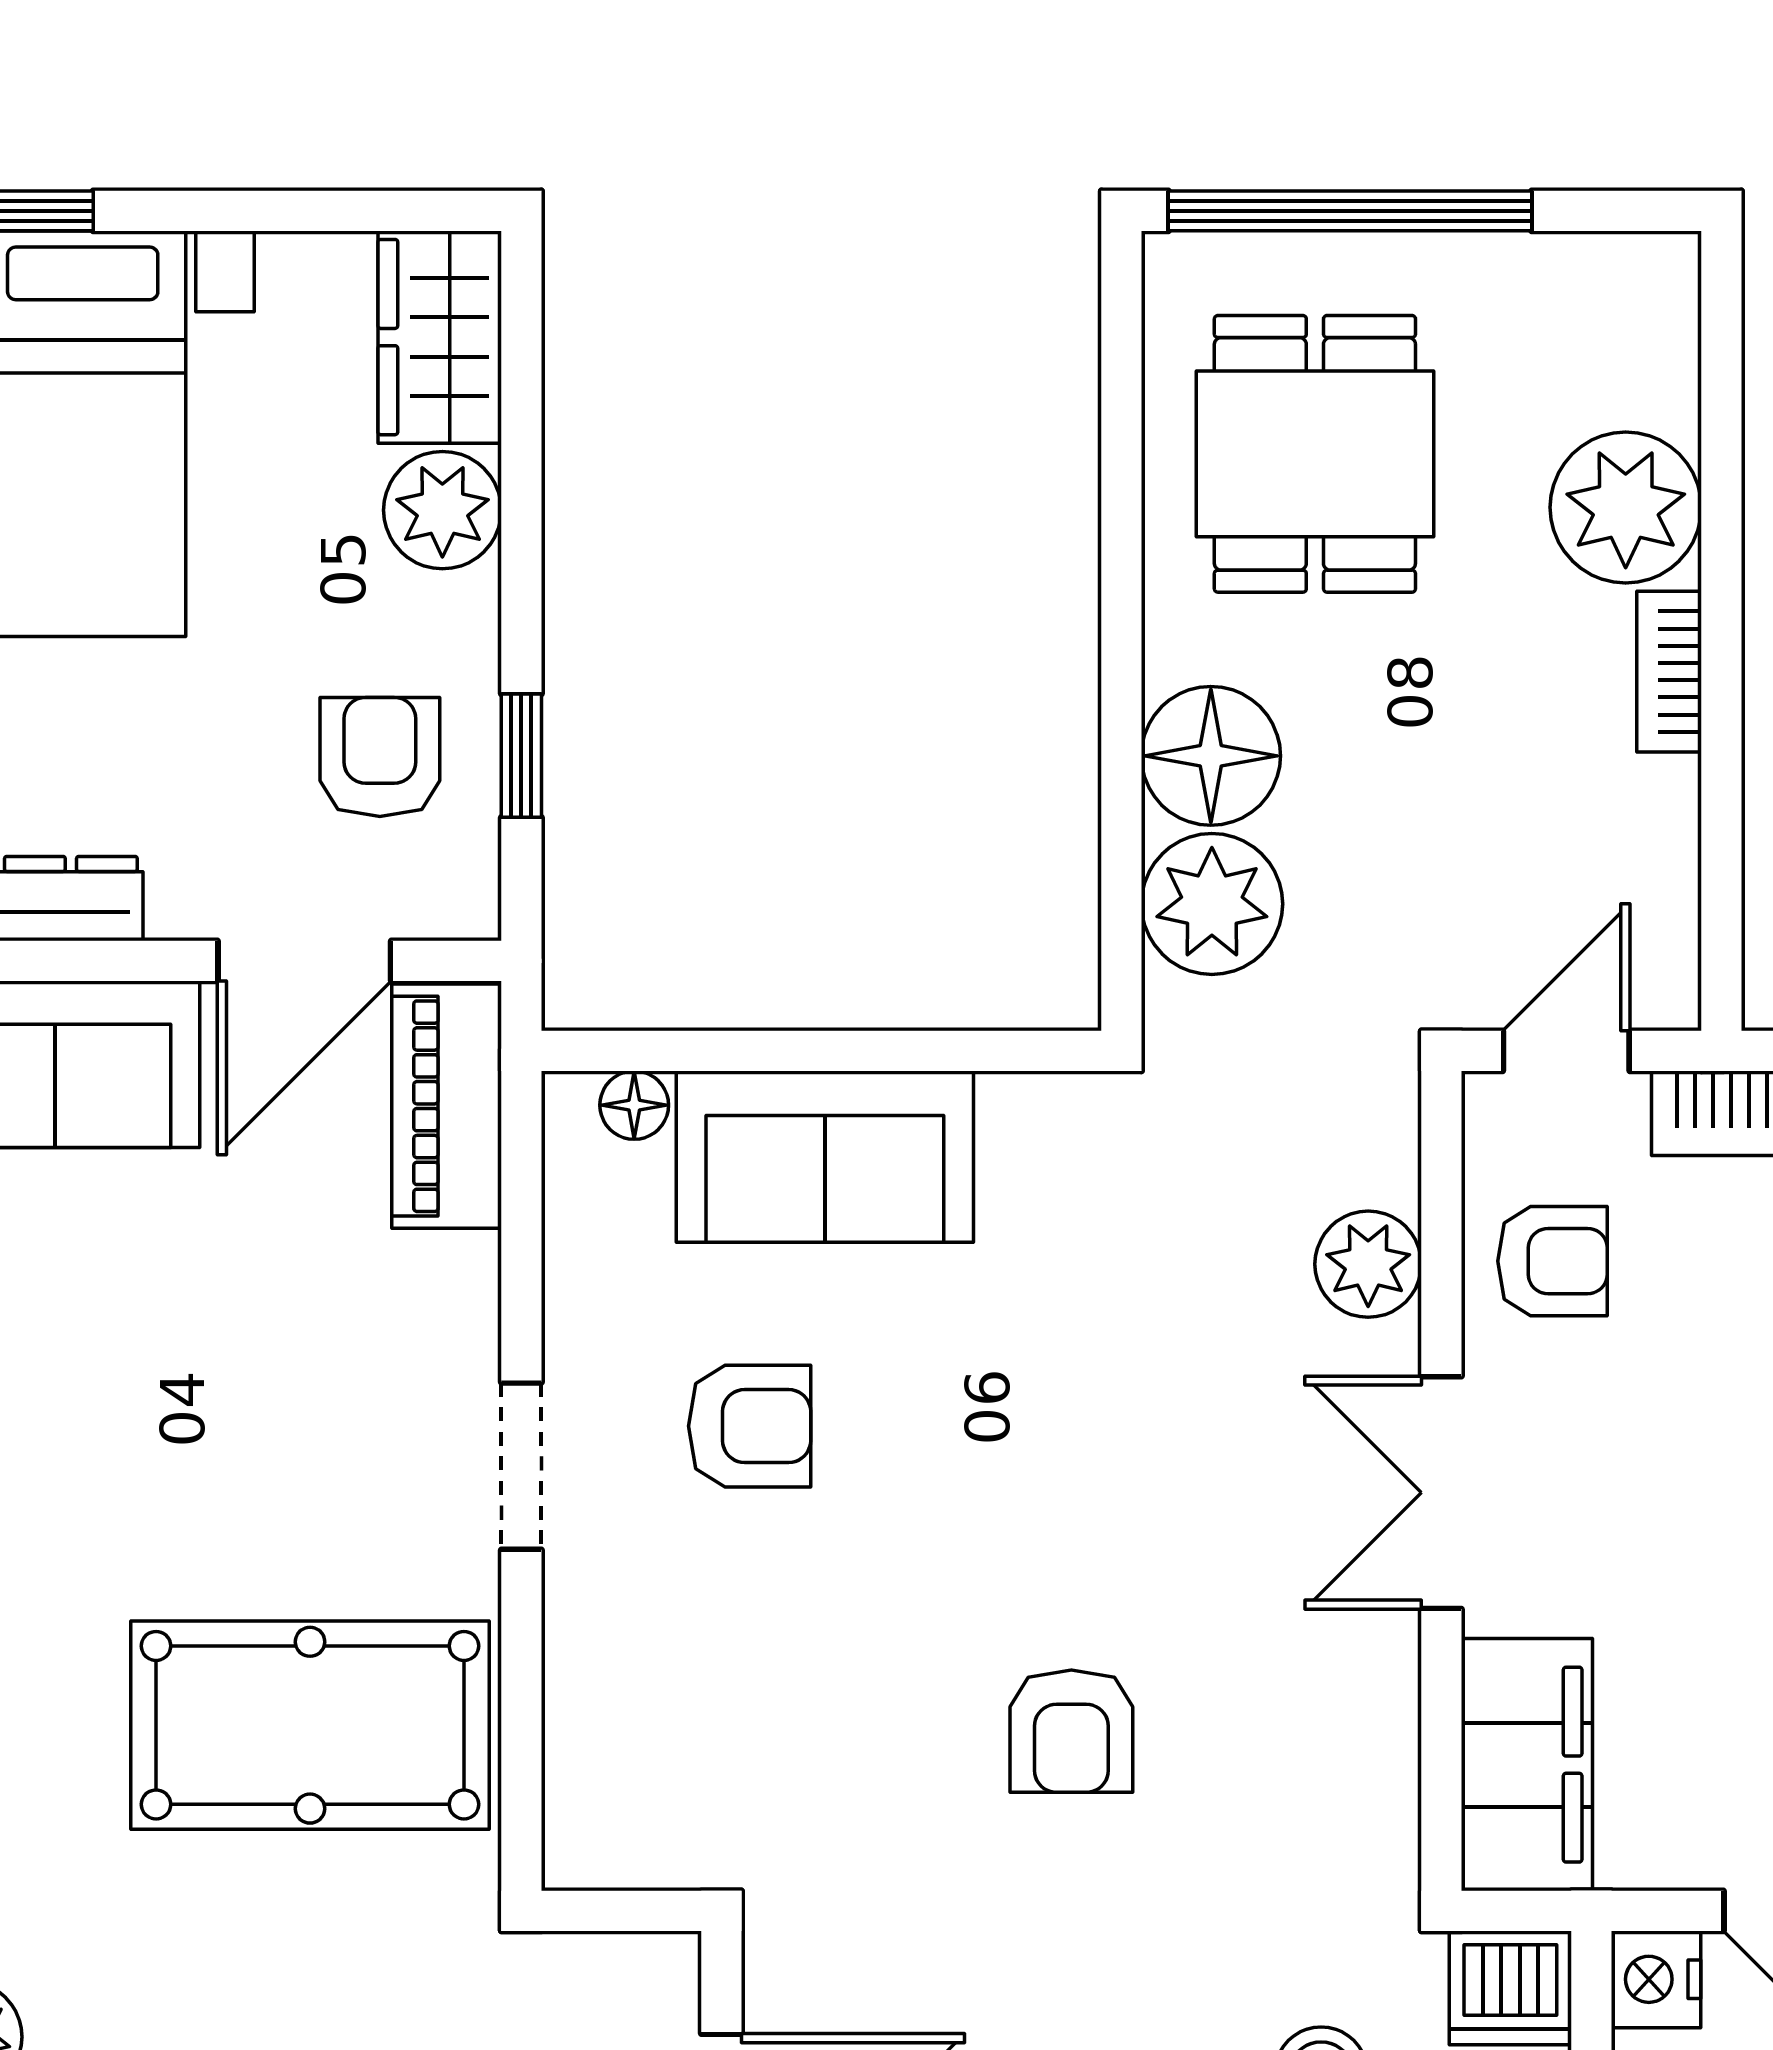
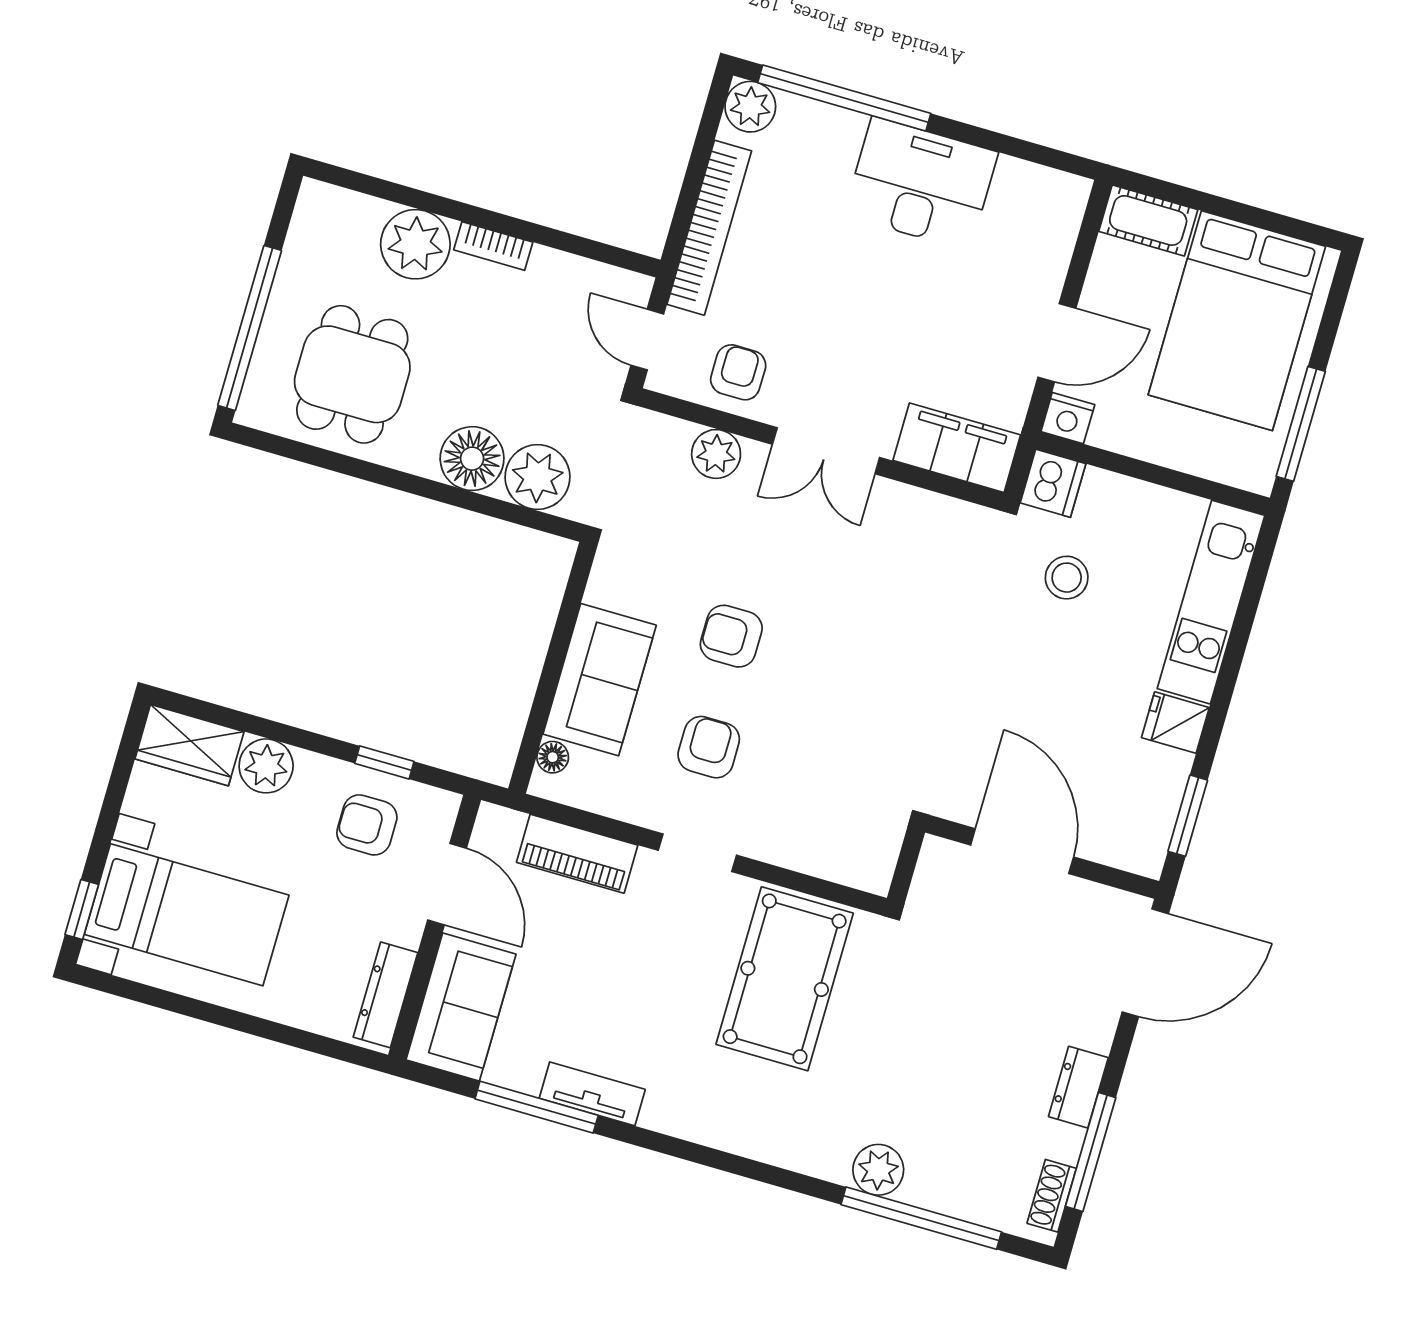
dining table: (1315, 454) -> (352, 374), turned 90
piano: (447, 1106) -> (577, 854), moved
armchair: (1071, 1731) -> (731, 636), moved, turned 180

